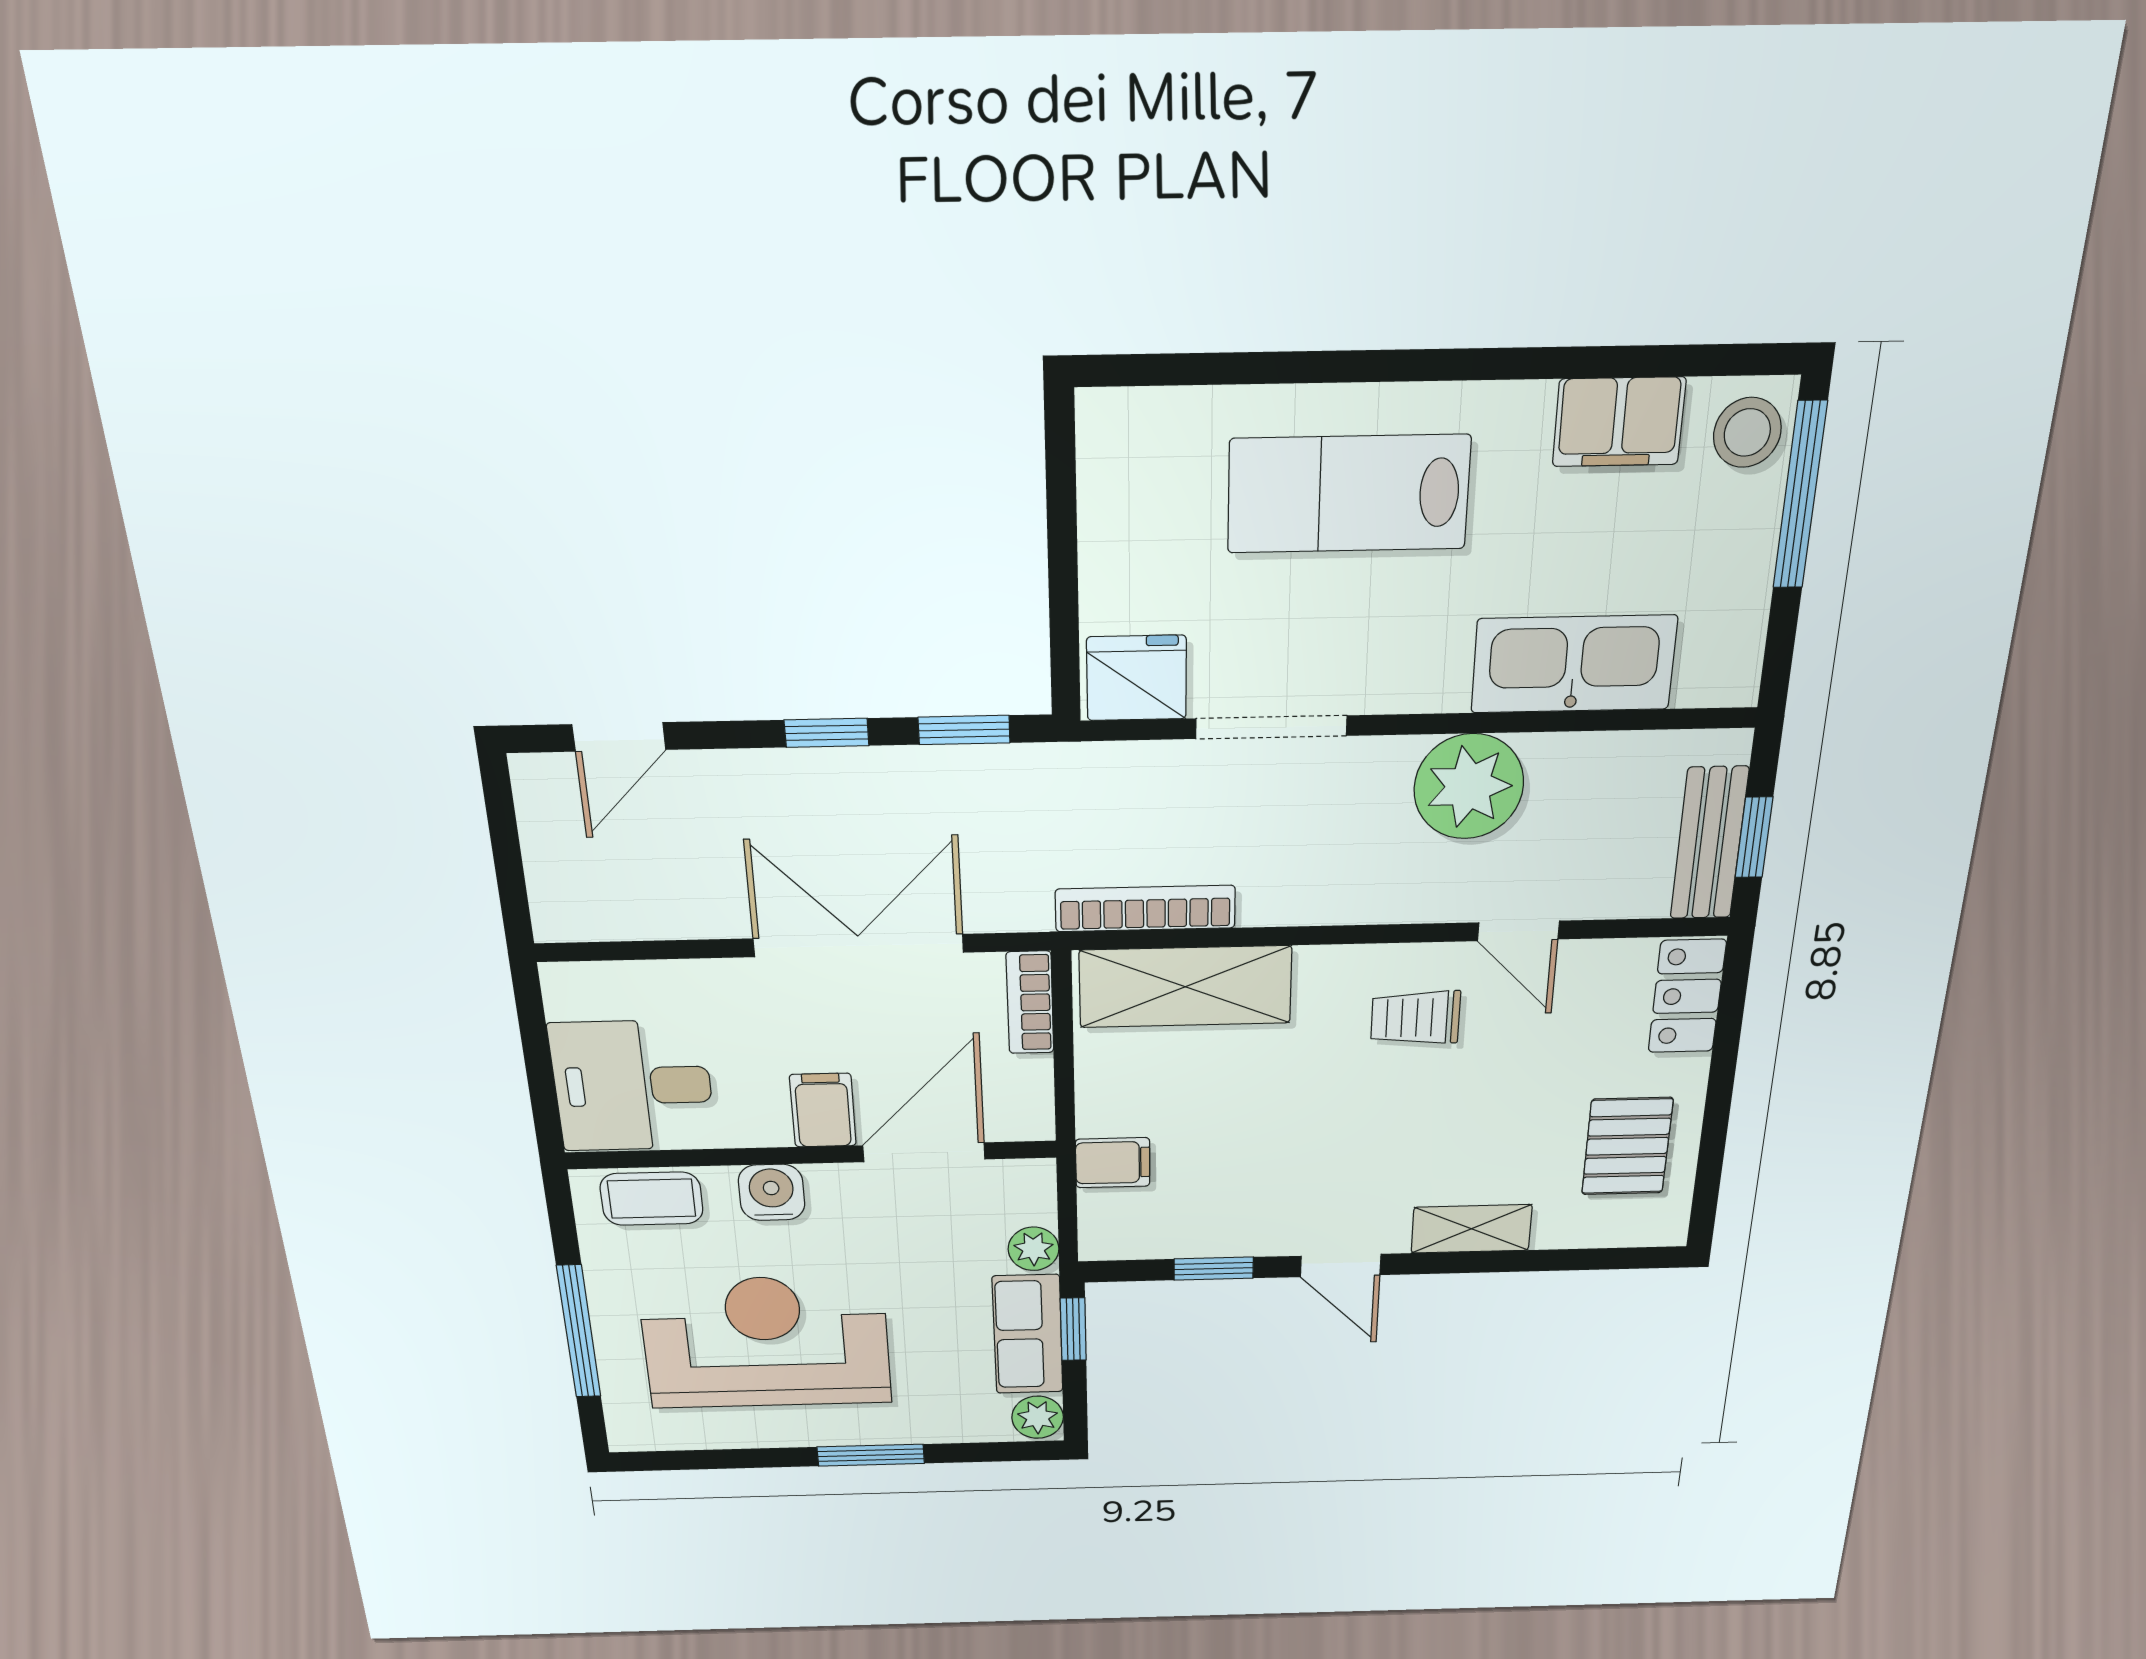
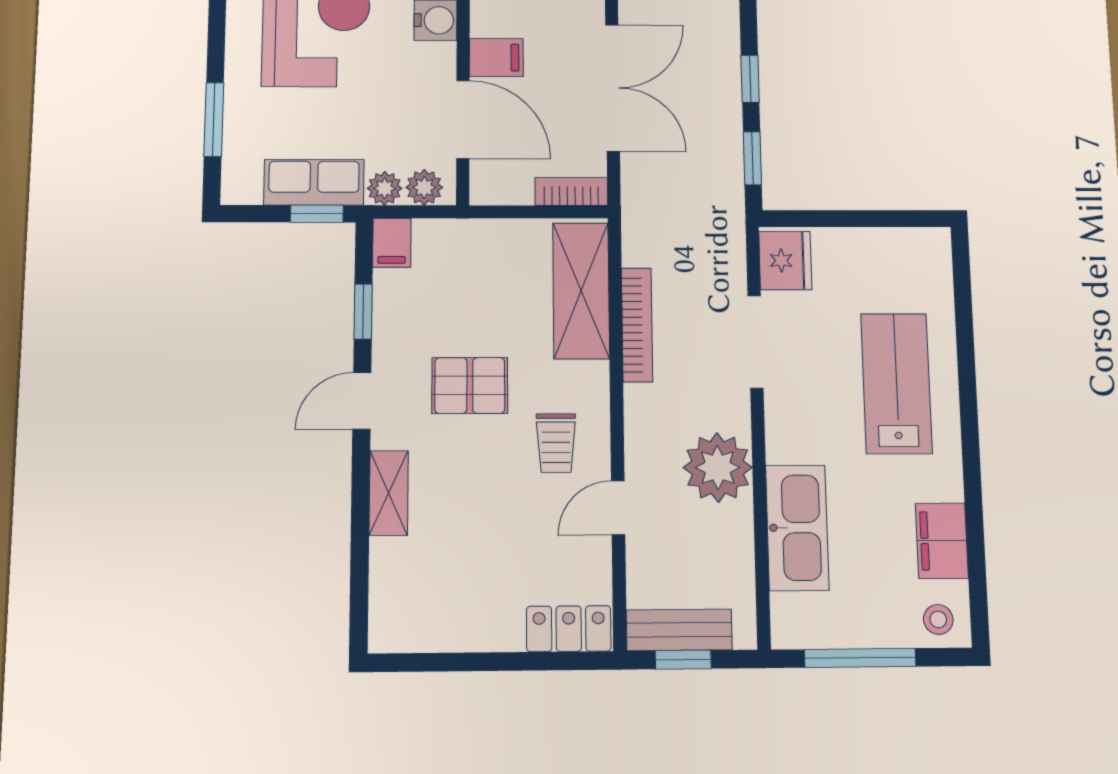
stool: (1747, 432) -> (938, 619), width x0.73, depth x0.73
window: (1800, 495) -> (860, 658), moved
bookcase: (1145, 909) -> (637, 325), moved
trolley: (1415, 1018) -> (556, 443), turned 180
pallet: (1627, 1146) -> (470, 386), moved
filing cabinet: (1113, 1163) -> (392, 243), moved
plant: (1038, 1417) -> (424, 187), moved
window: (871, 1455) -> (214, 119), moved

